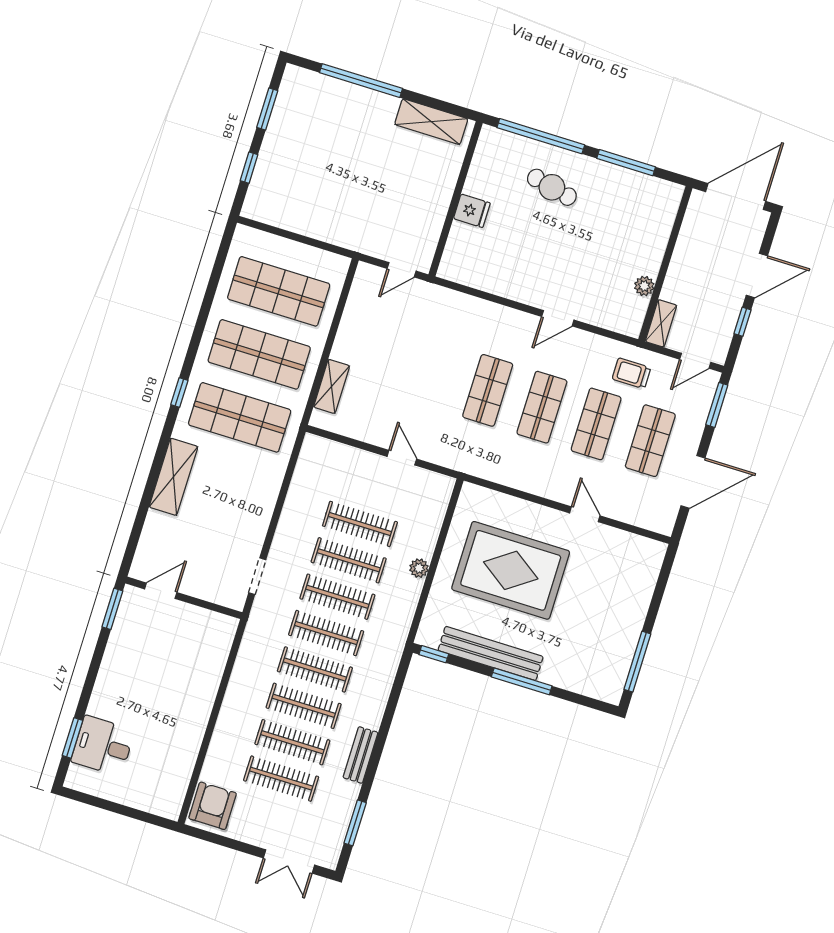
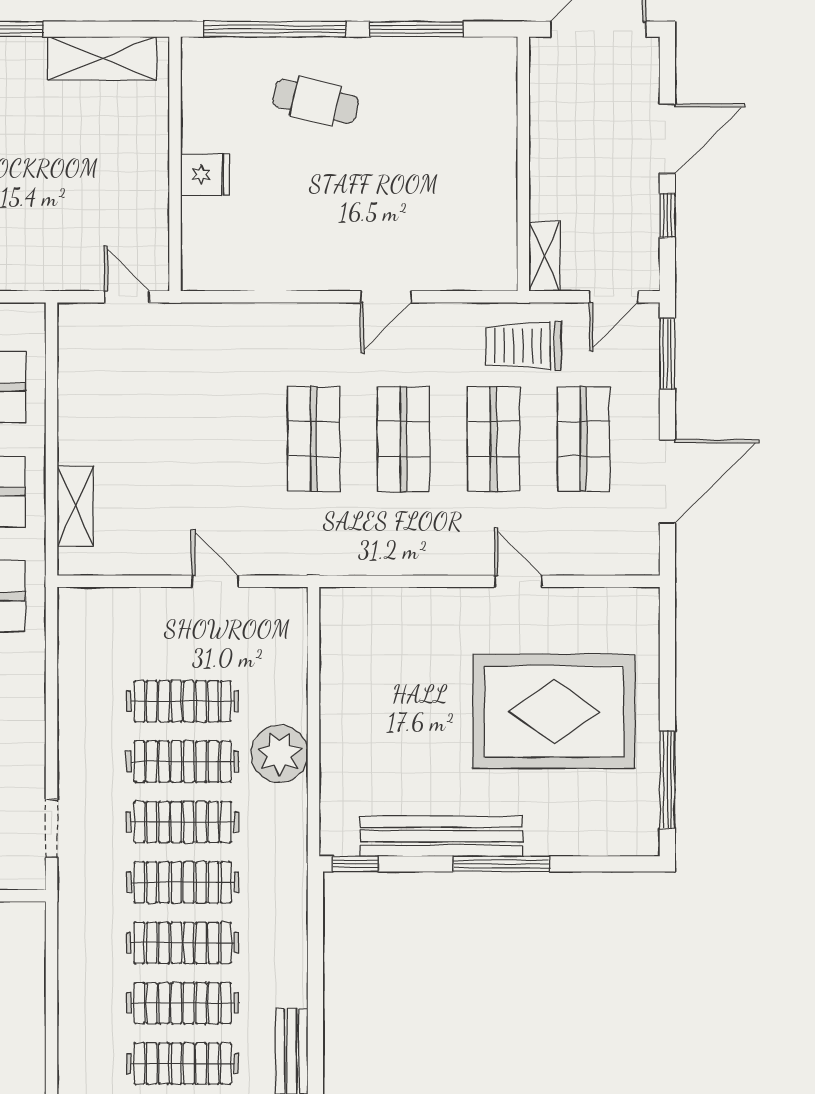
door: (402, 270) -> (127, 297), swing flipped
plant: (644, 286) -> (502, 208), removed
trolley: (631, 373) -> (523, 346), width x1.36, depth x1.39
plant: (419, 568) -> (279, 754), width x1.88, depth x1.88
rug: (511, 570) -> (554, 711), moved

